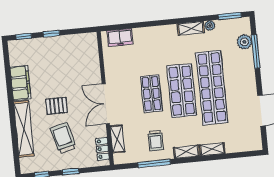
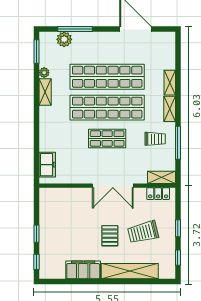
shop shelf: (182, 91) -> (107, 108), width x1.40
shelving: (117, 139) -> (161, 177), moved

